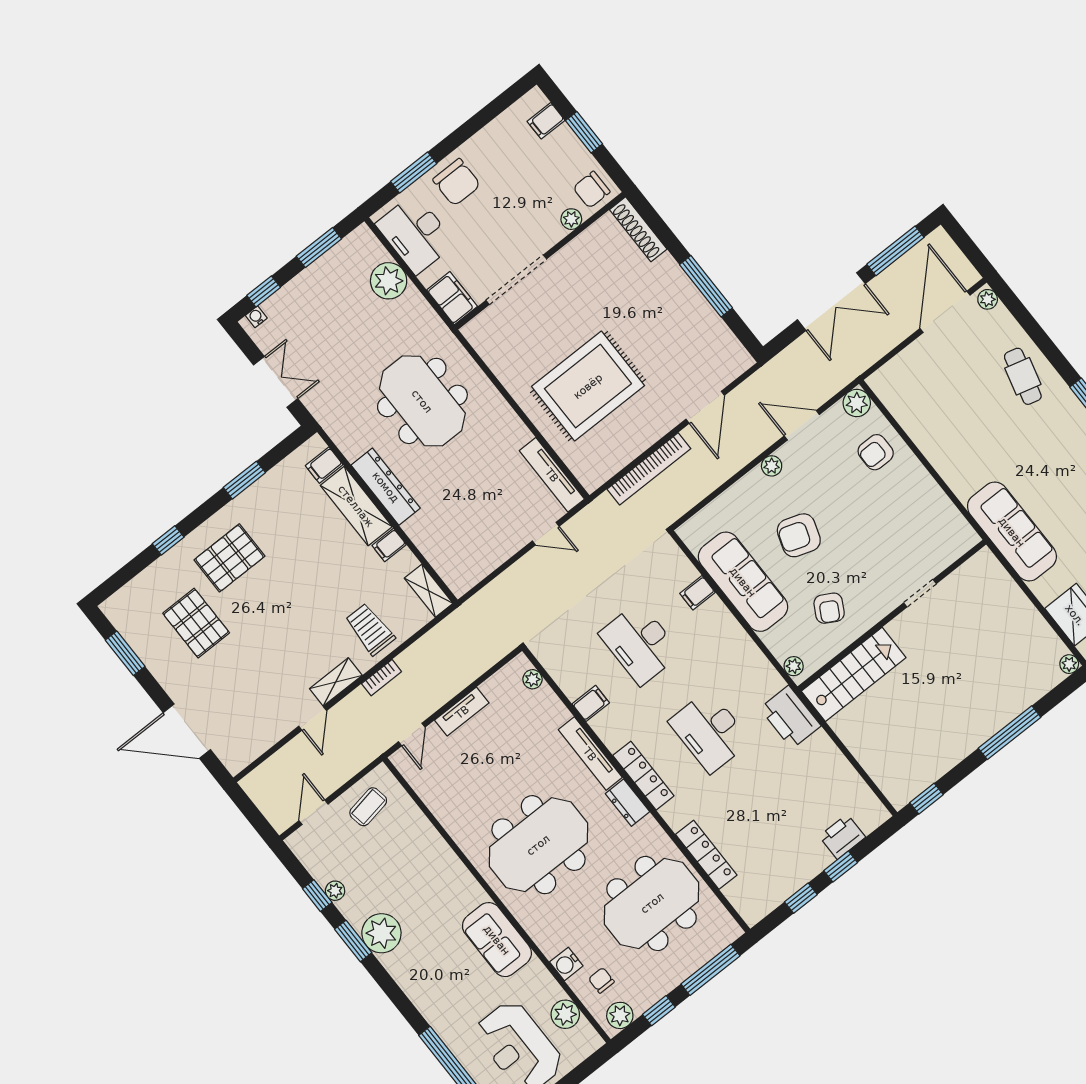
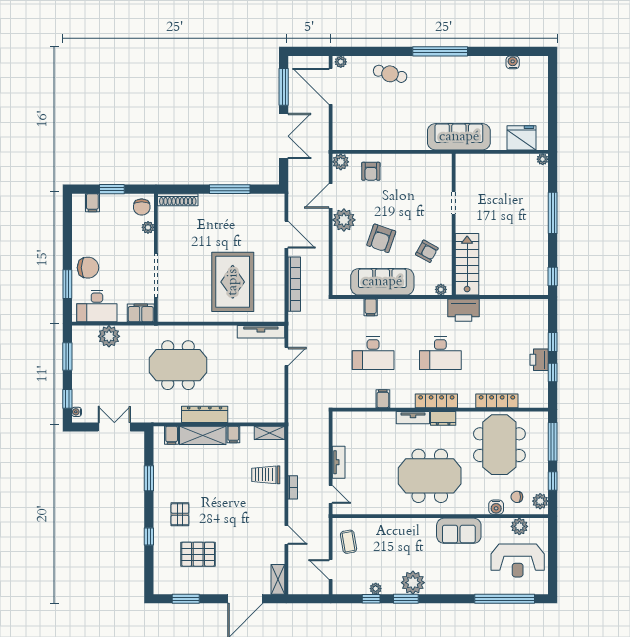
plant: (772, 466) -> (344, 220), width x1.87, depth x1.87
pallet: (229, 558) -> (180, 514), width x0.67, depth x0.71
plant: (533, 679) -> (350, 417), removed
shelving: (336, 682) -> (278, 579), moved
tv unit: (590, 754) -> (413, 418), width x0.71
printer: (842, 837) -> (539, 360), moved
meeting table: (538, 845) -> (430, 476), turned 90

